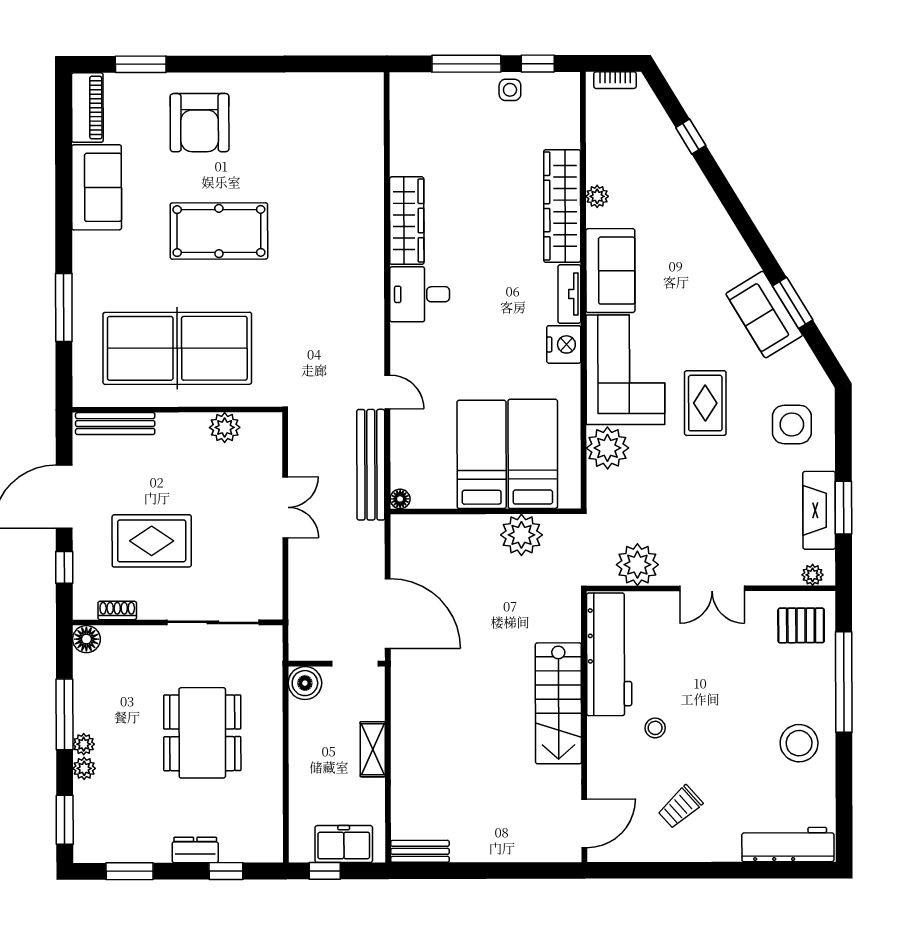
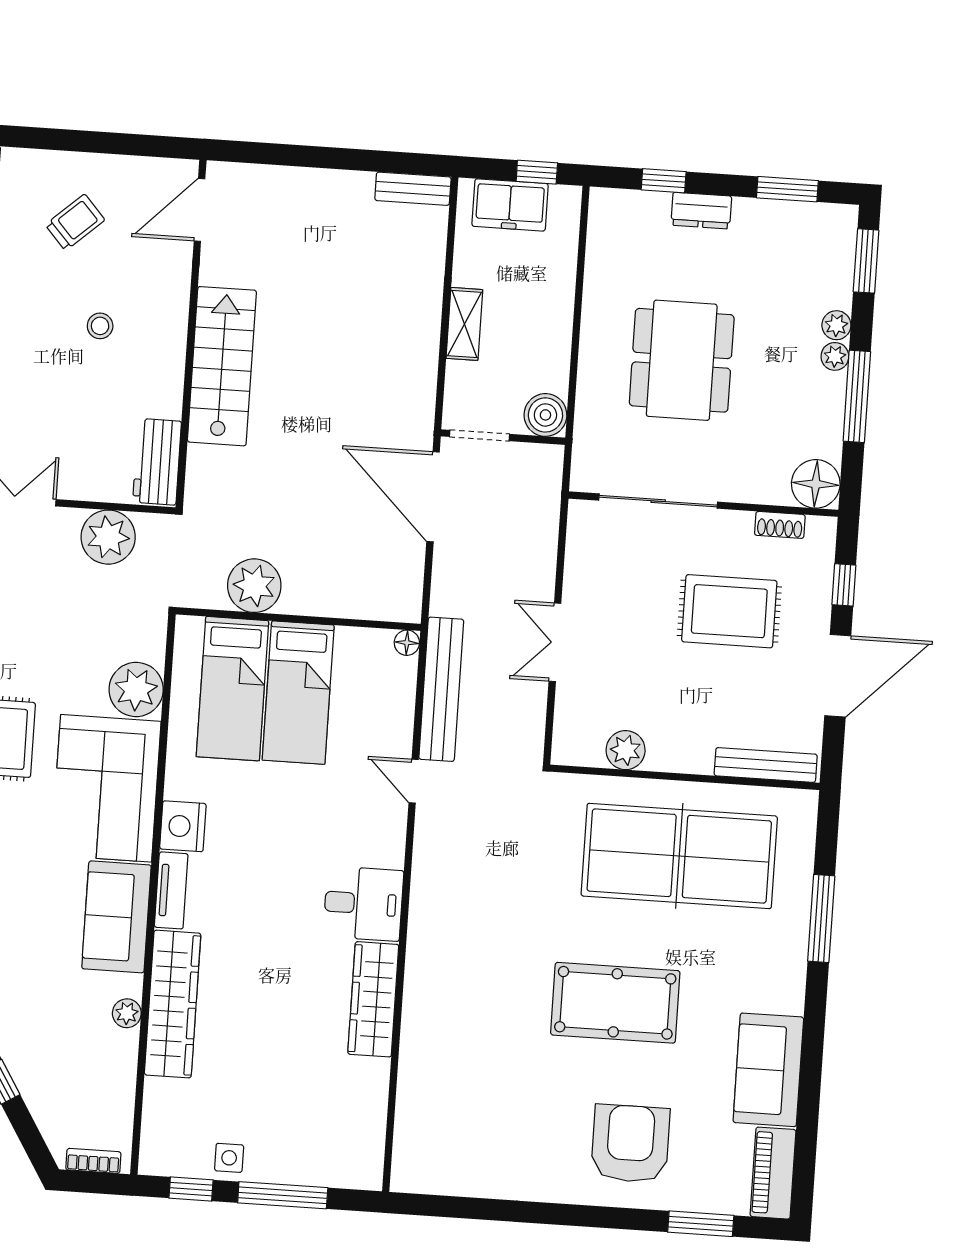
floor lamp: (86, 639) -> (816, 484), width x1.38, depth x1.38
workbench: (609, 654) -> (157, 462), width x0.53, depth x0.76

